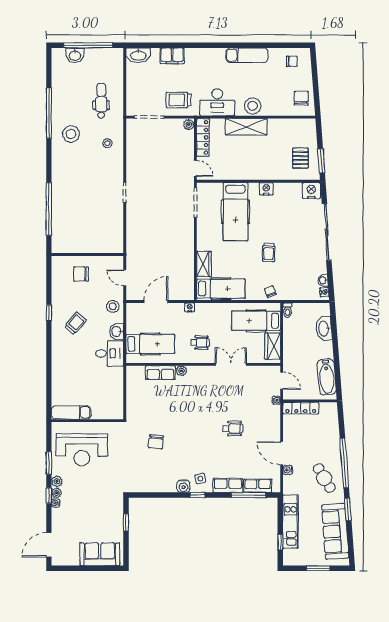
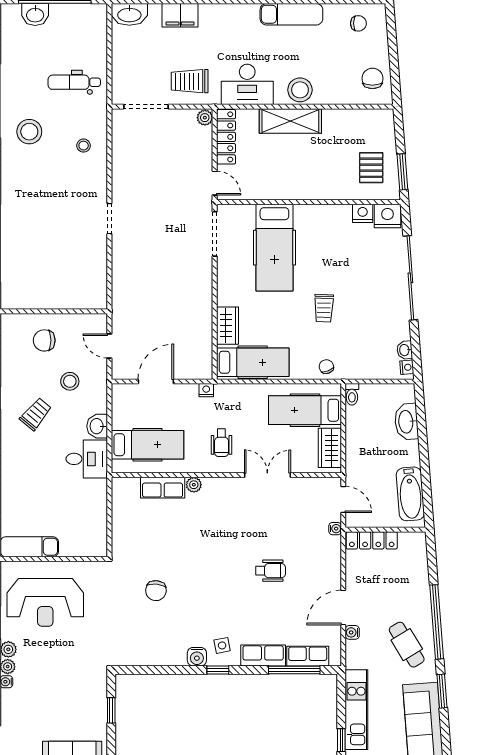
dental chair: (101, 101) -> (74, 82), turned -90
nightstand: (266, 189) -> (363, 213), moved
stool: (113, 306) -> (70, 381), moved
wheelchair: (200, 343) -> (221, 443), turned 90
door: (282, 453) -> (343, 608), hinge flipped

